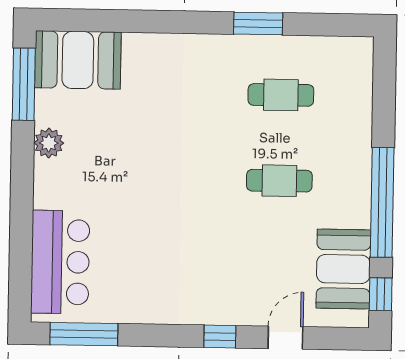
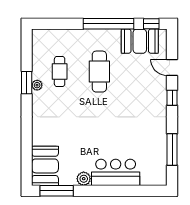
plant: (252, 46) -> (37, 85), added
cafe table: (279, 181) -> (99, 72), width x1.37, depth x1.35
bar counter: (60, 262) -> (116, 172), moved
window: (84, 334) -> (172, 149), moved

